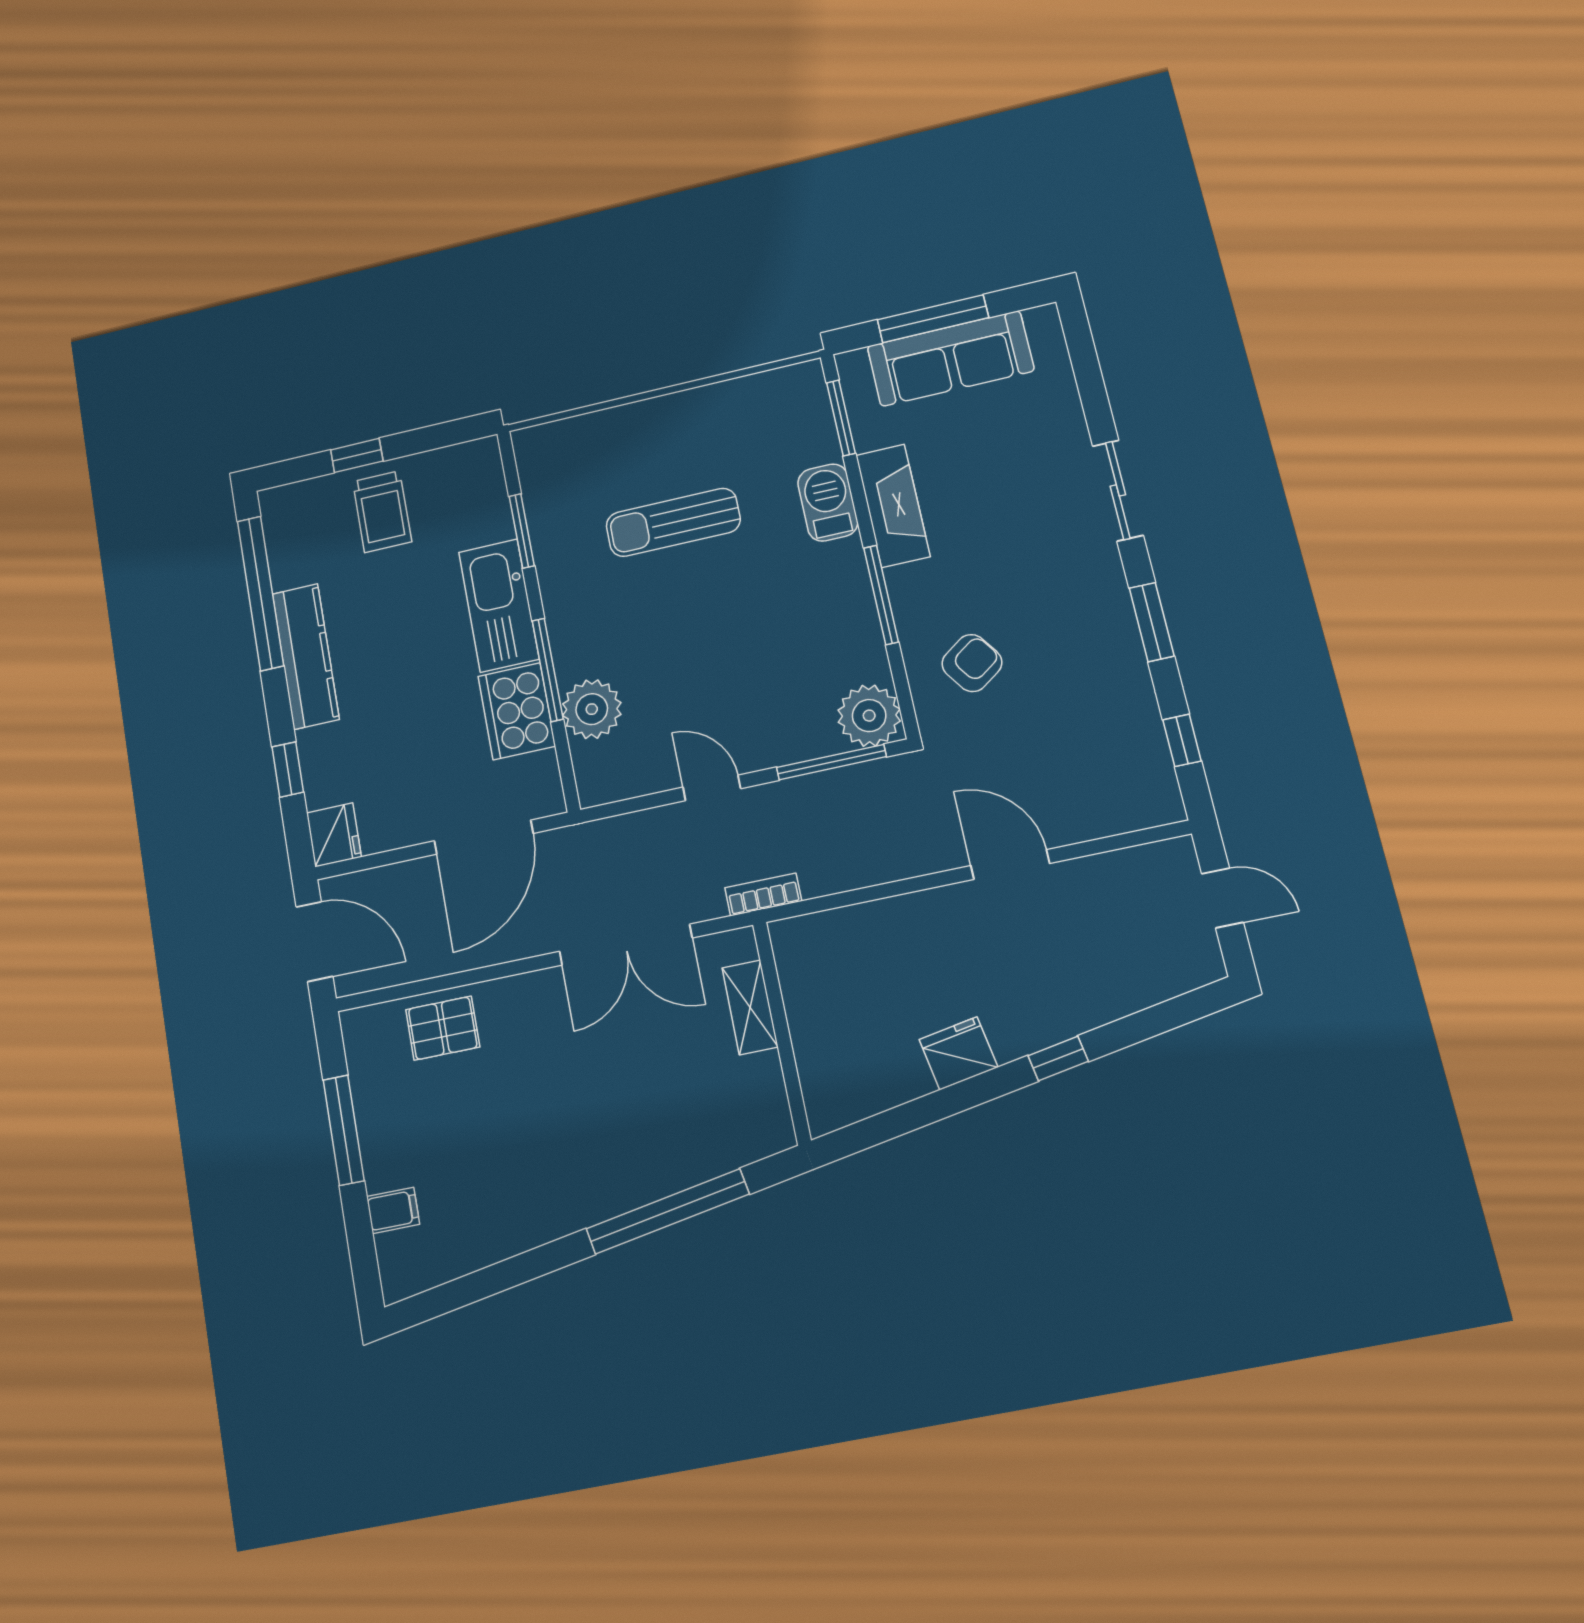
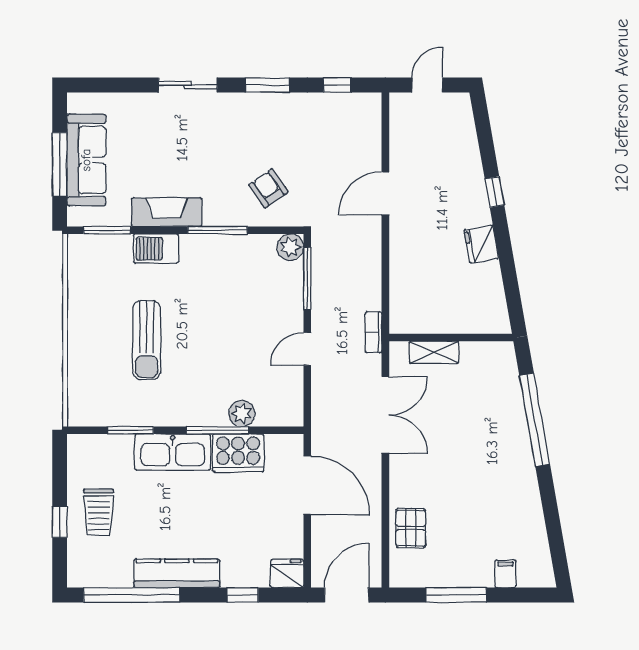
trolley: (382, 512) -> (99, 512), turned 90
plant: (592, 709) -> (242, 414), width x0.73, depth x0.73
plant: (869, 716) -> (290, 247), width x0.73, depth x0.73

